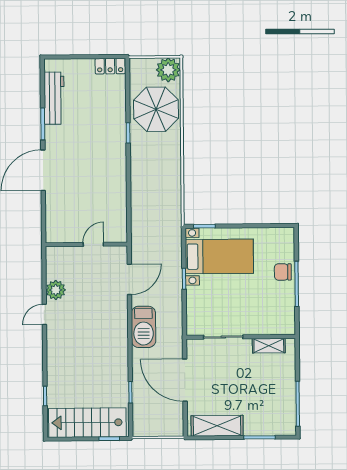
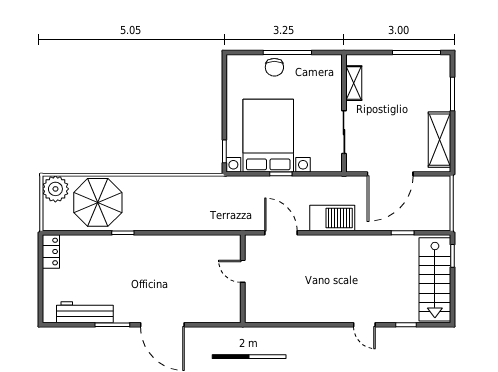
bed with nightstands: (219, 256) -> (268, 136), width x1.36
plant: (56, 290) -> (292, 312), removed
door: (44, 314) -> (364, 325), moved

